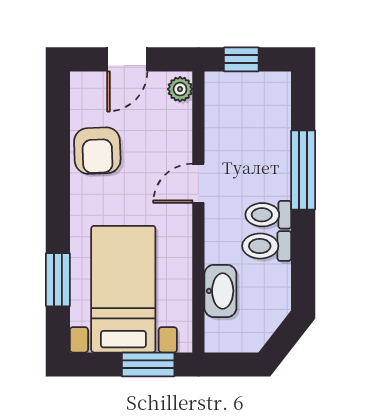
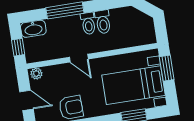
washbasin: (220, 291) -> (33, 29), moved, turned 180

